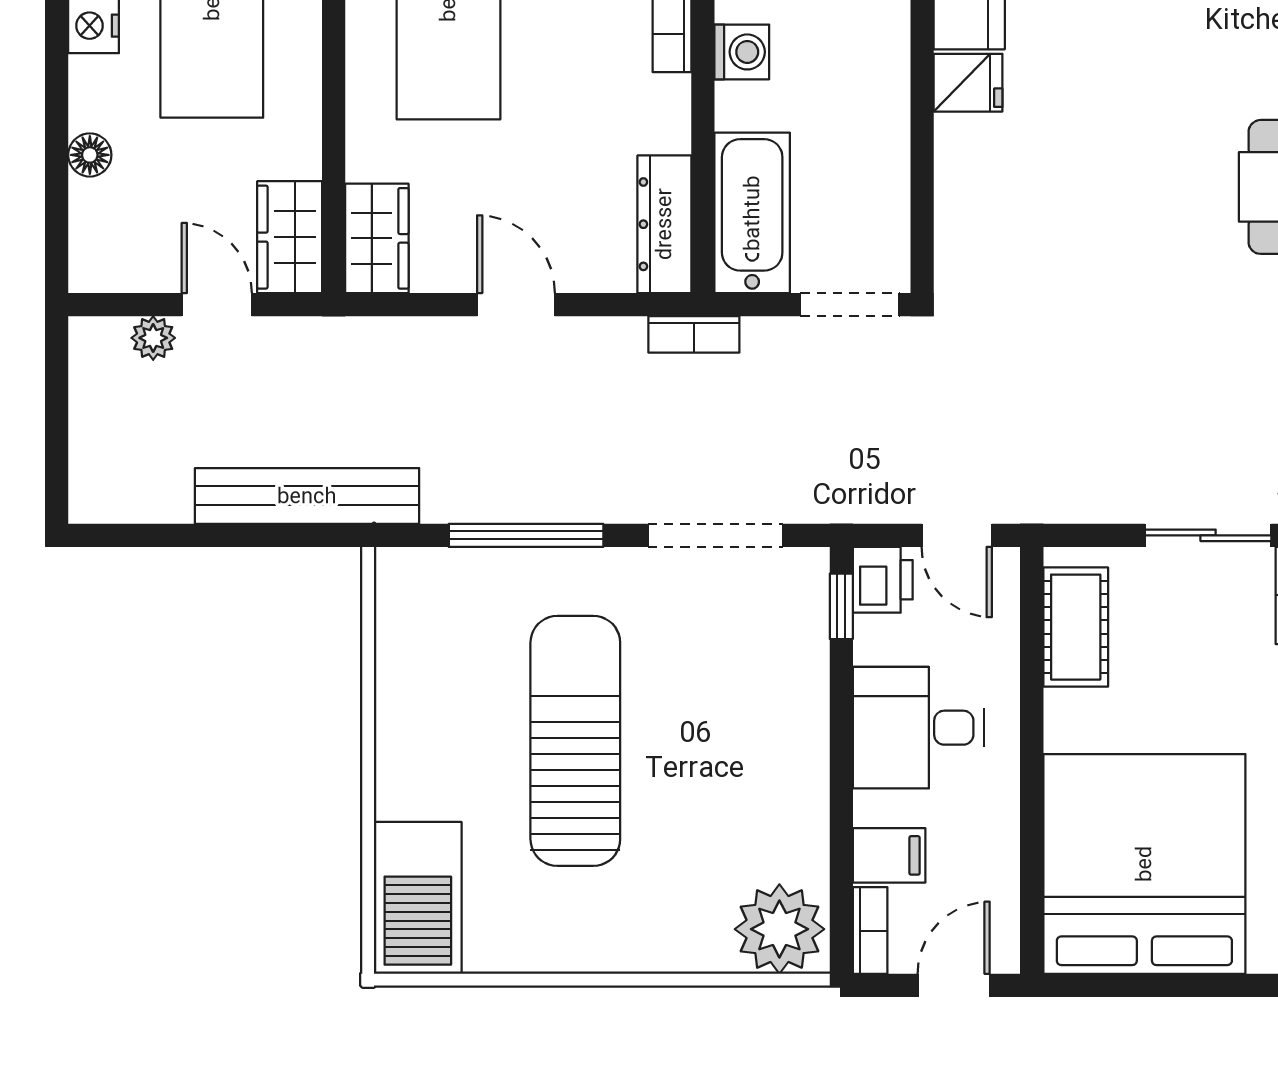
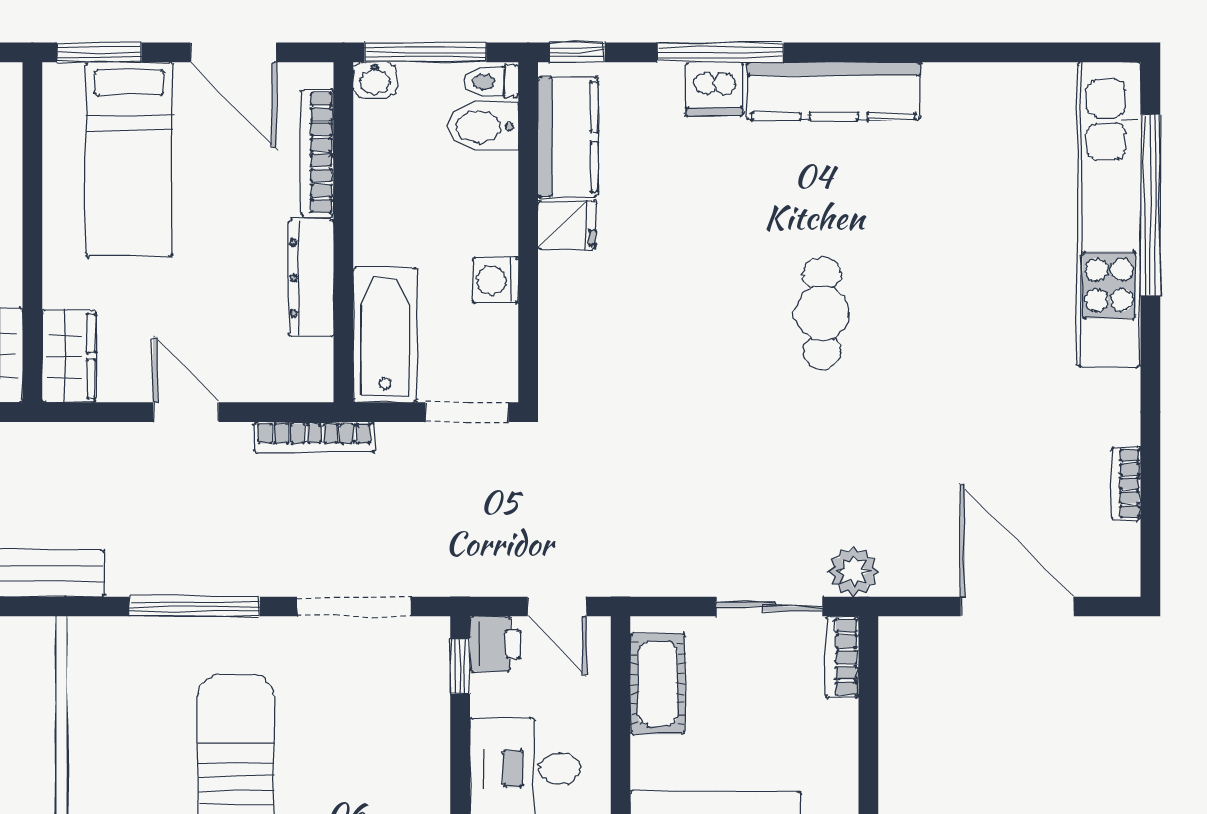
washing machine: (742, 52) -> (495, 280), moved, turned 180
dresser: (664, 224) -> (311, 278), moved
bookcase: (694, 334) -> (314, 437), width x1.56

